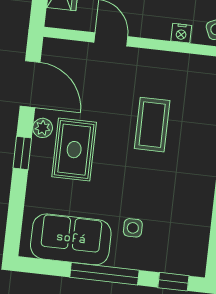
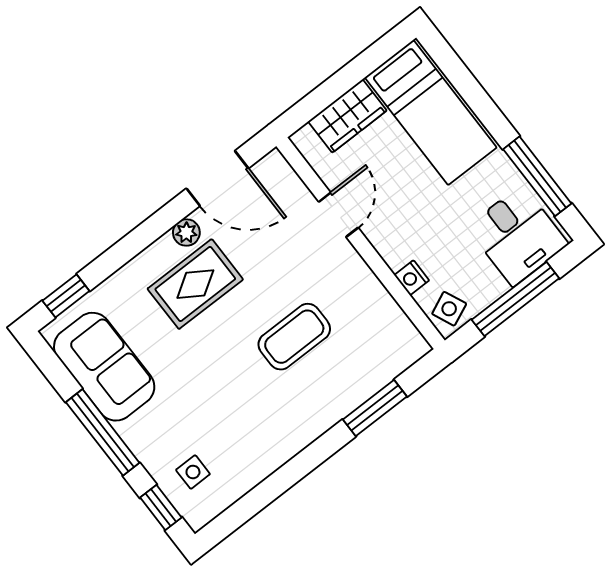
door: (30, 84) -> (217, 178), hinge flipped
window: (22, 153) -> (66, 296), moved
side table: (133, 228) -> (193, 472), moved

